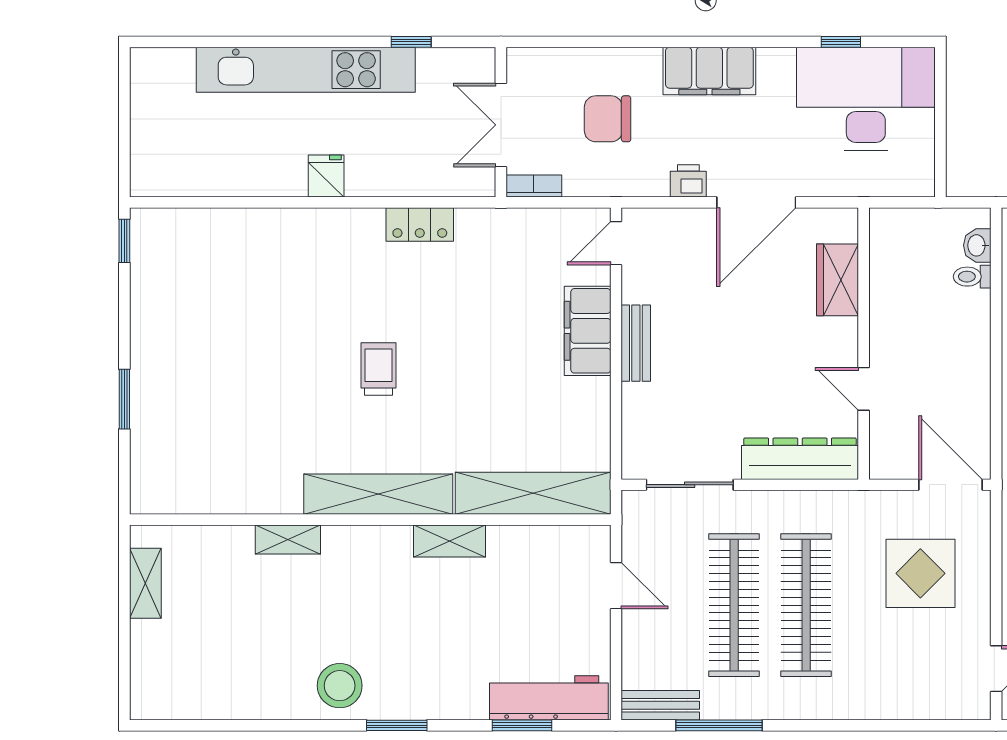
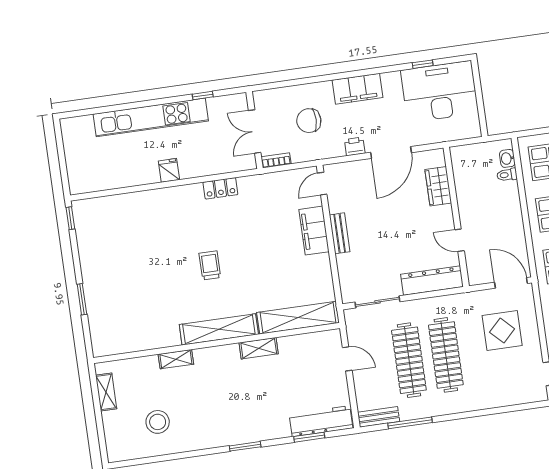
stool: (340, 686) -> (158, 422), moved

